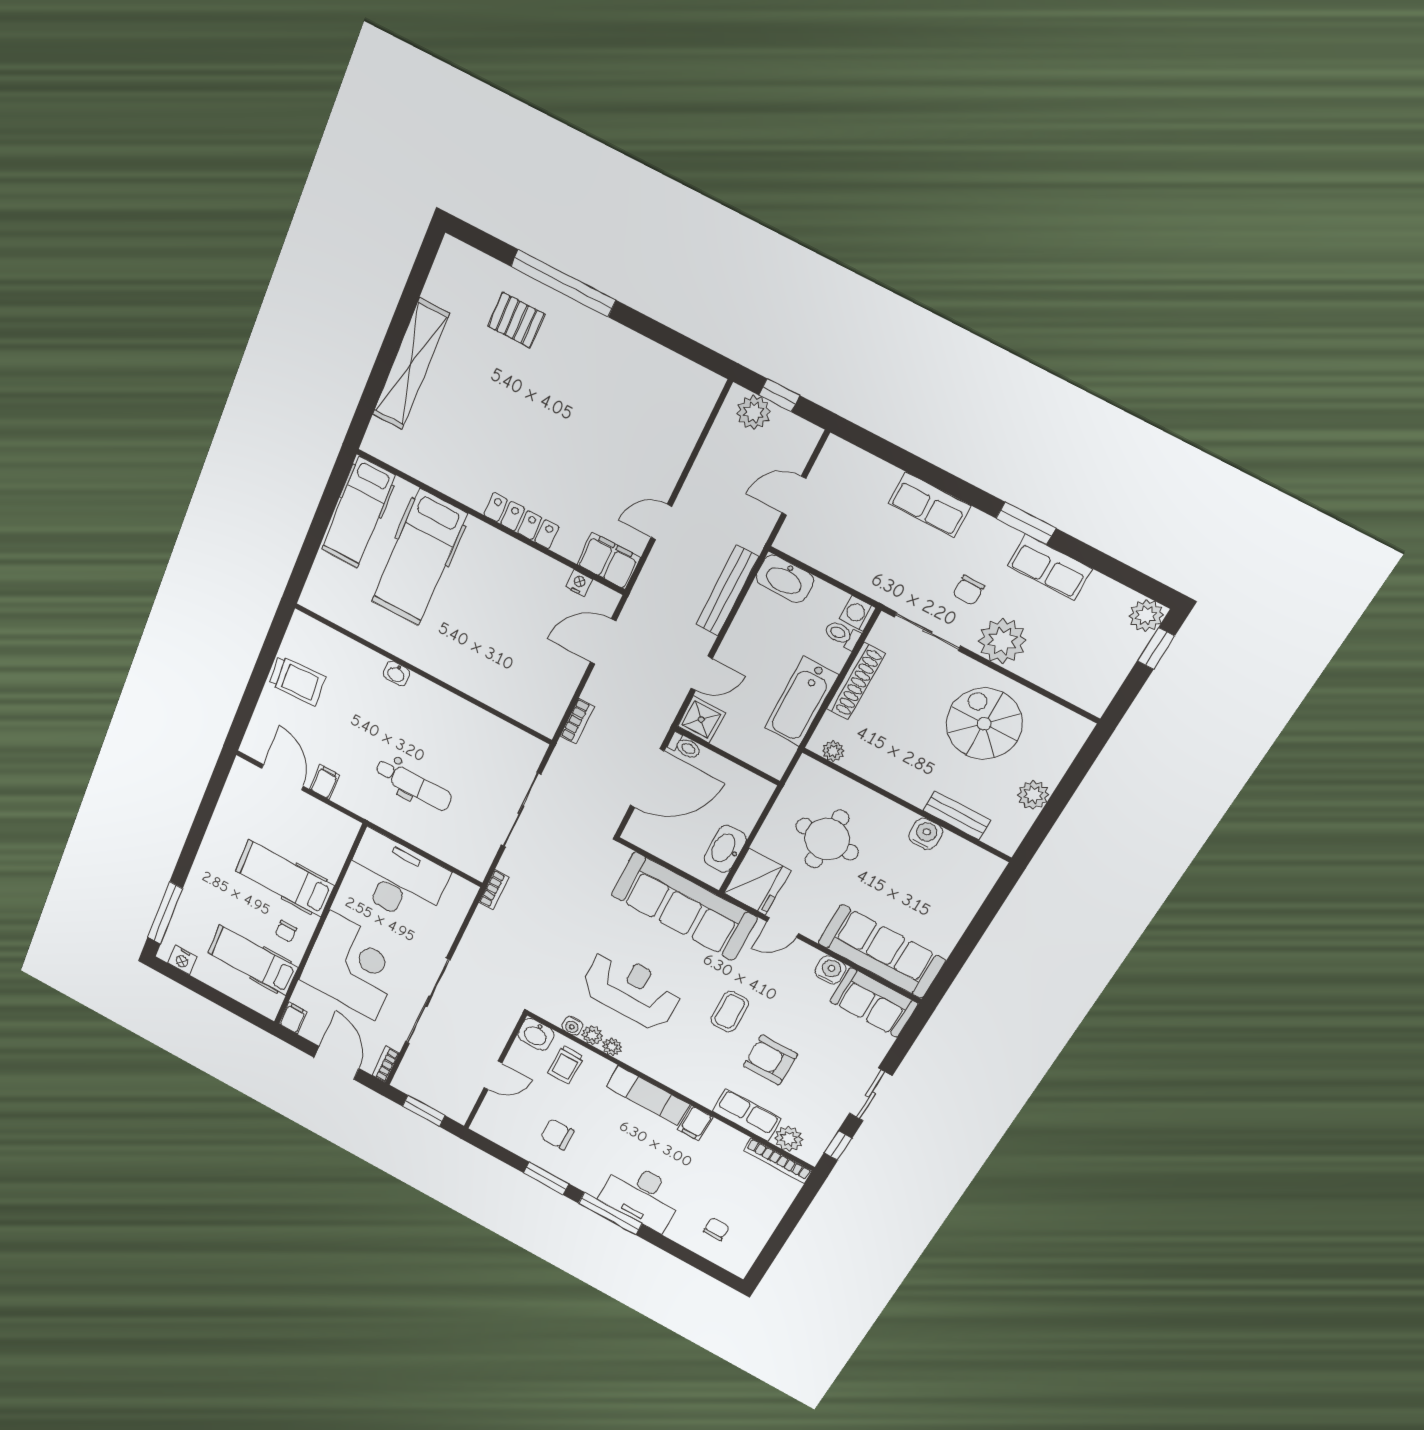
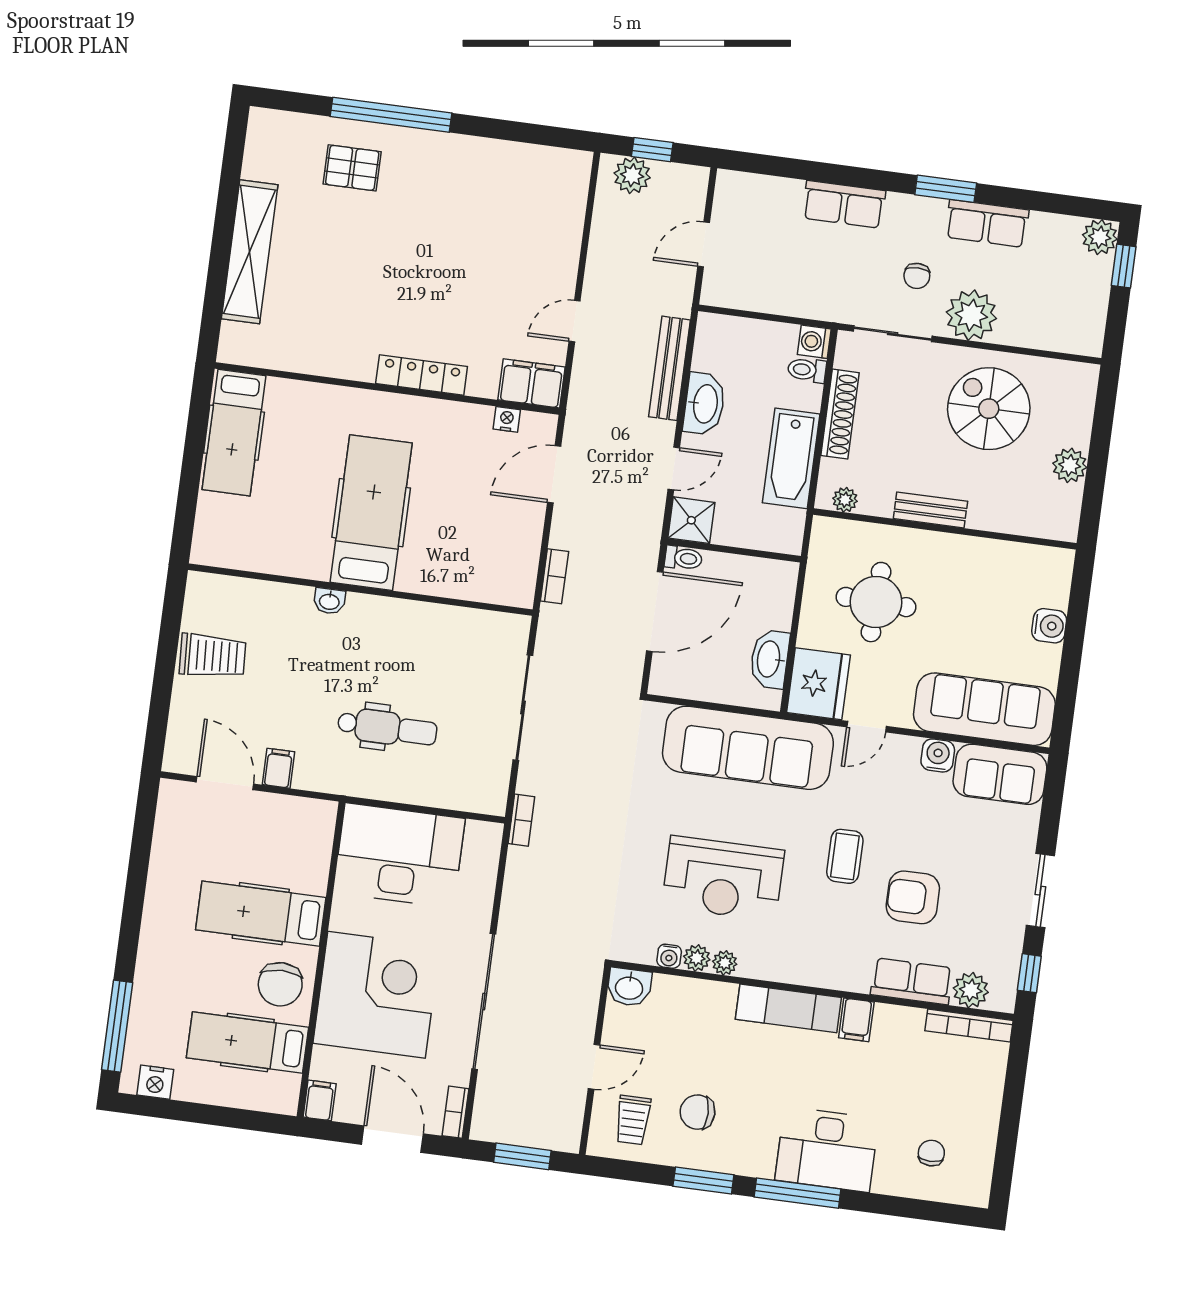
hospital bed: (419, 558) -> (371, 513), moved, turned 180
washbasin: (785, 579) -> (704, 404), moved, turned -90
bench: (957, 815) -> (930, 510), moved
water cooler: (926, 834) -> (1049, 626), moved, turned 90
chair: (286, 931) -> (280, 984), width x1.87, depth x1.87
reception desk: (631, 990) -> (723, 878), turned 180
trolley: (566, 1065) -> (633, 1120), moved

